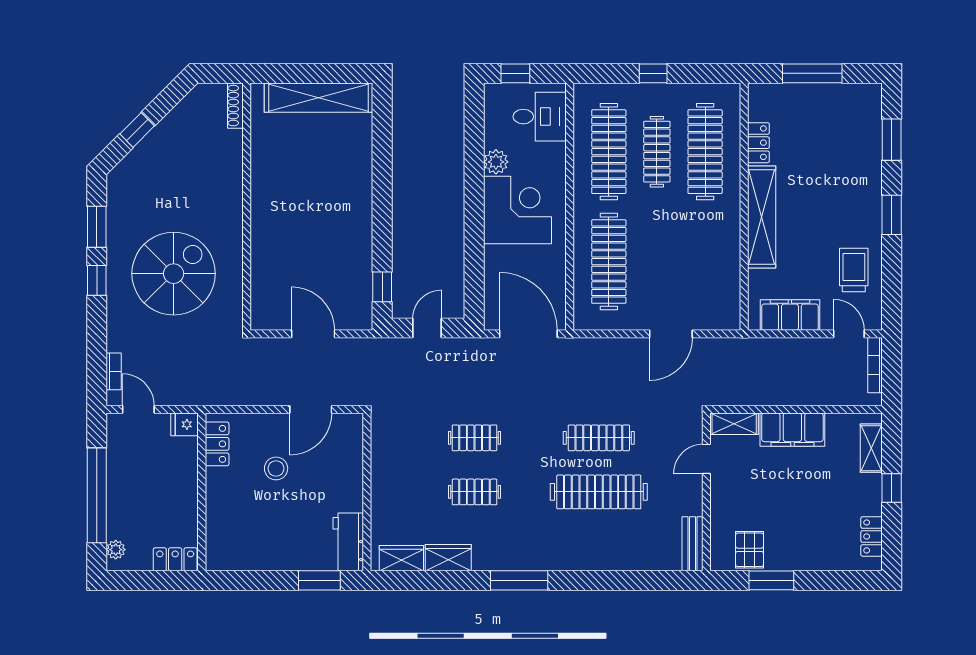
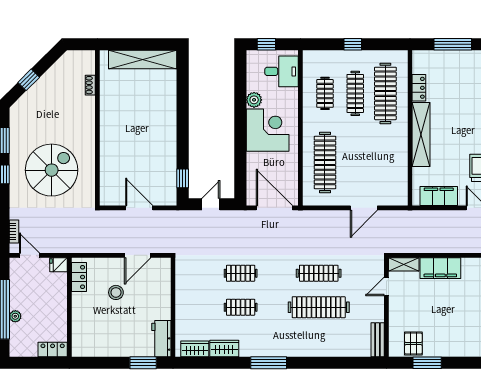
shoe rack: (235, 106) -> (90, 85), moved, width x0.70
clothes rail: (609, 152) -> (325, 93), width x0.54, depth x0.76
plant: (116, 550) -> (15, 316), moved

